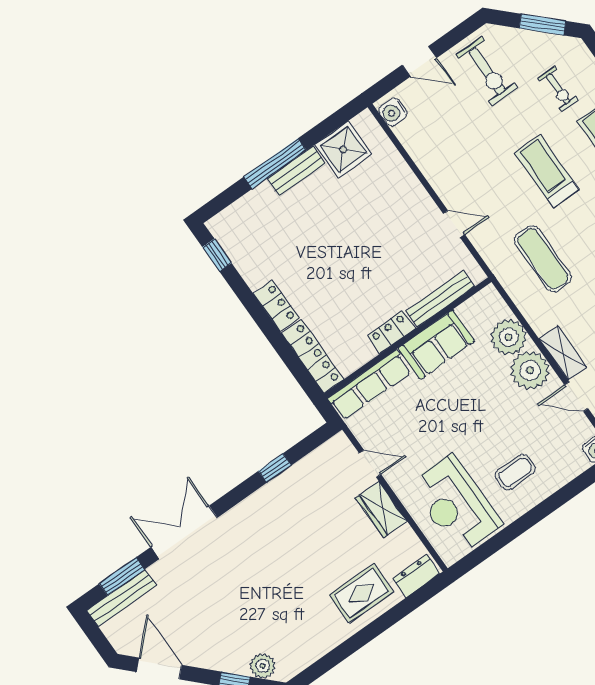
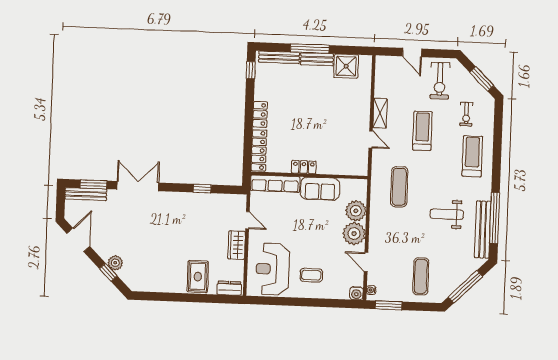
water cooler: (393, 112) -> (382, 66), removed
treadmill: (547, 171) -> (422, 131), moved
bench: (440, 299) -> (279, 57), moved
shelving: (563, 353) -> (380, 113), moved
rug: (361, 593) -> (198, 277), turned 90
plant: (263, 666) -> (115, 263), moved

